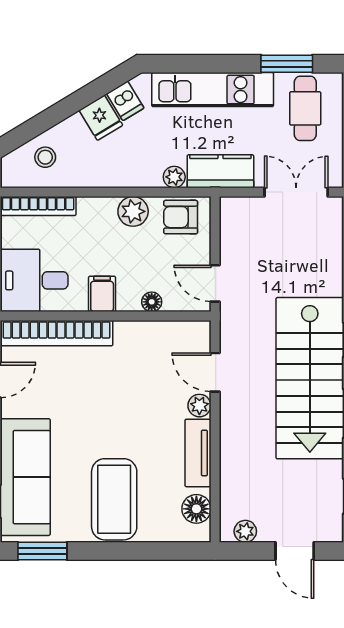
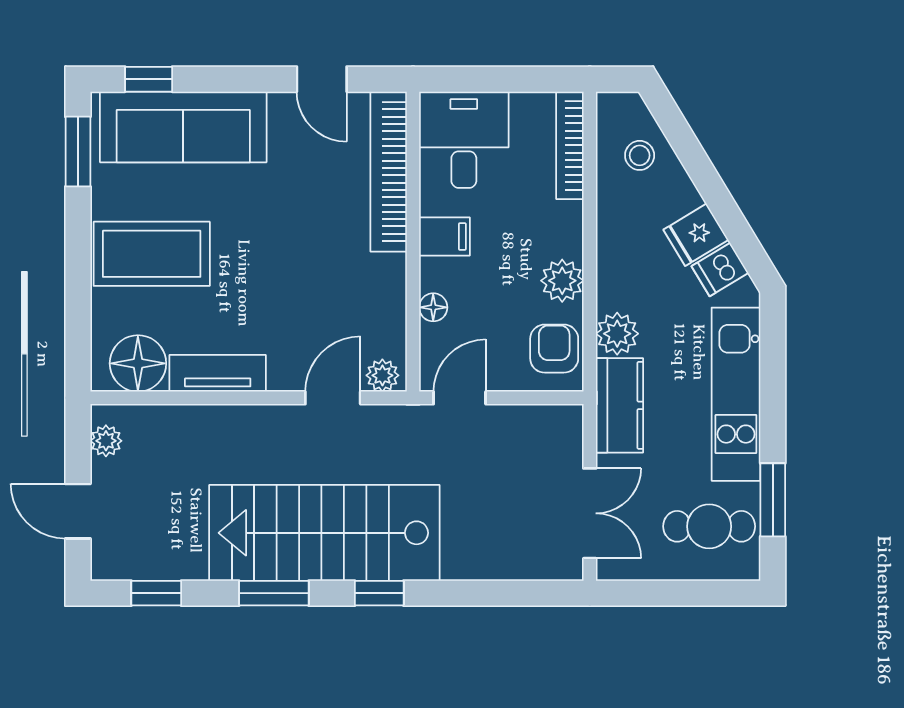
plant: (174, 177) -> (617, 334), width x1.38, depth x1.38
plant: (199, 406) -> (382, 375), moved
floor lamp: (196, 509) -> (138, 363), width x1.38, depth x1.38
door: (295, 551) -> (78, 511), hinge flipped

